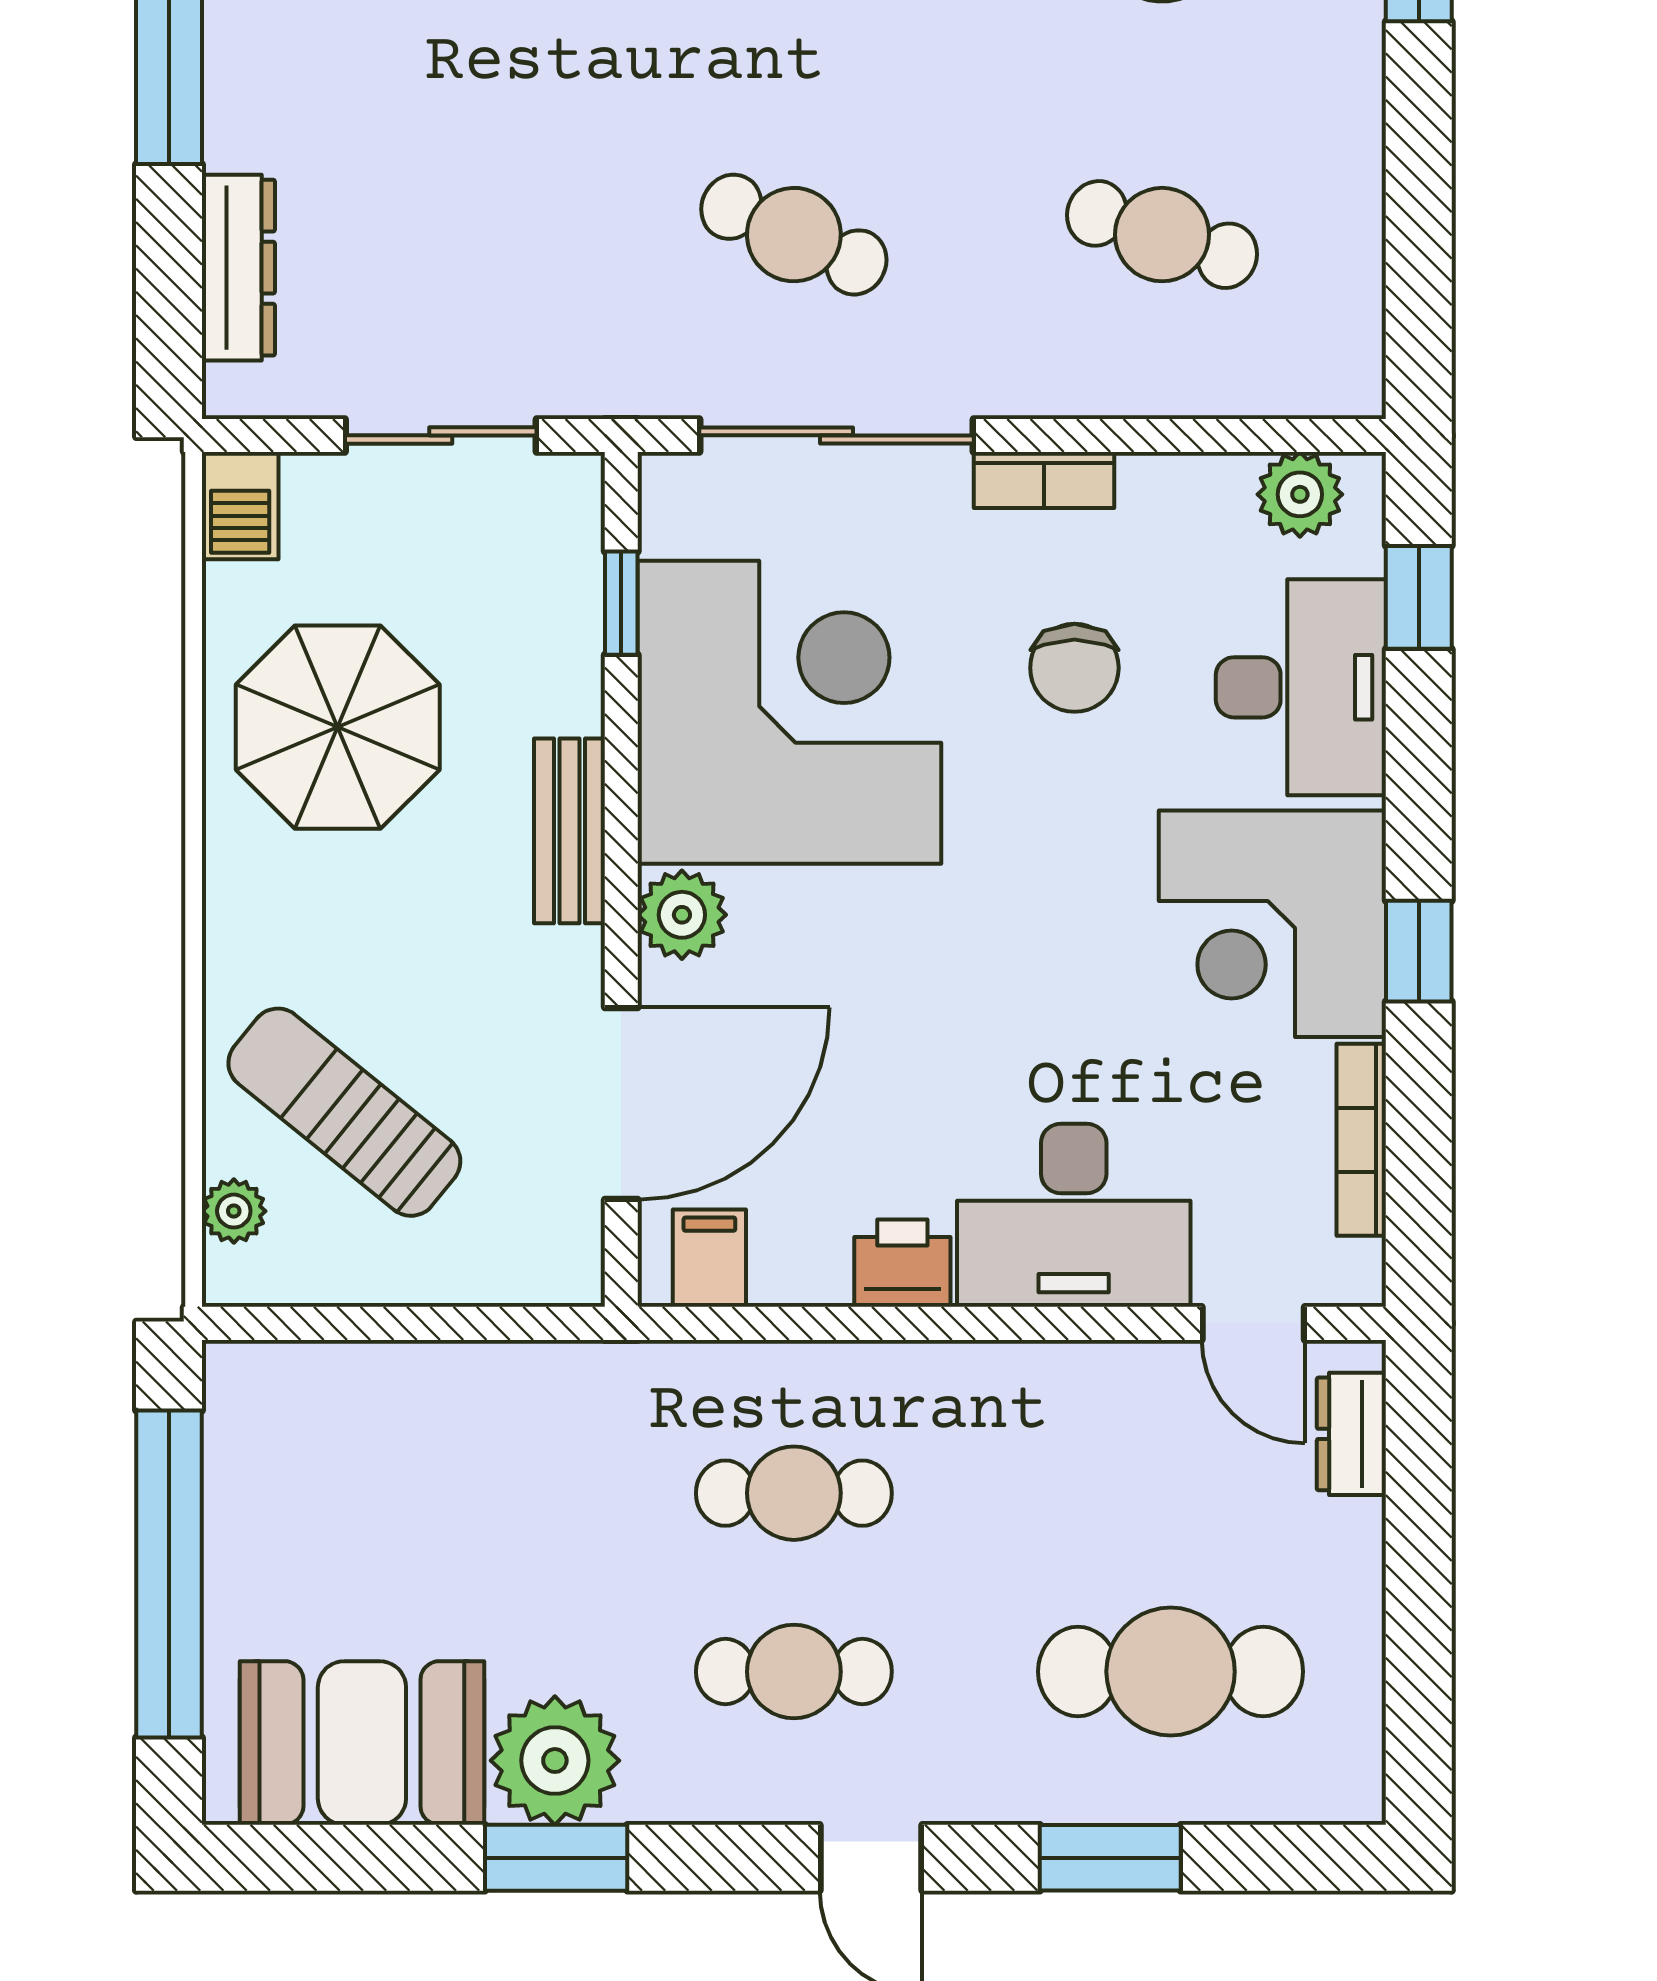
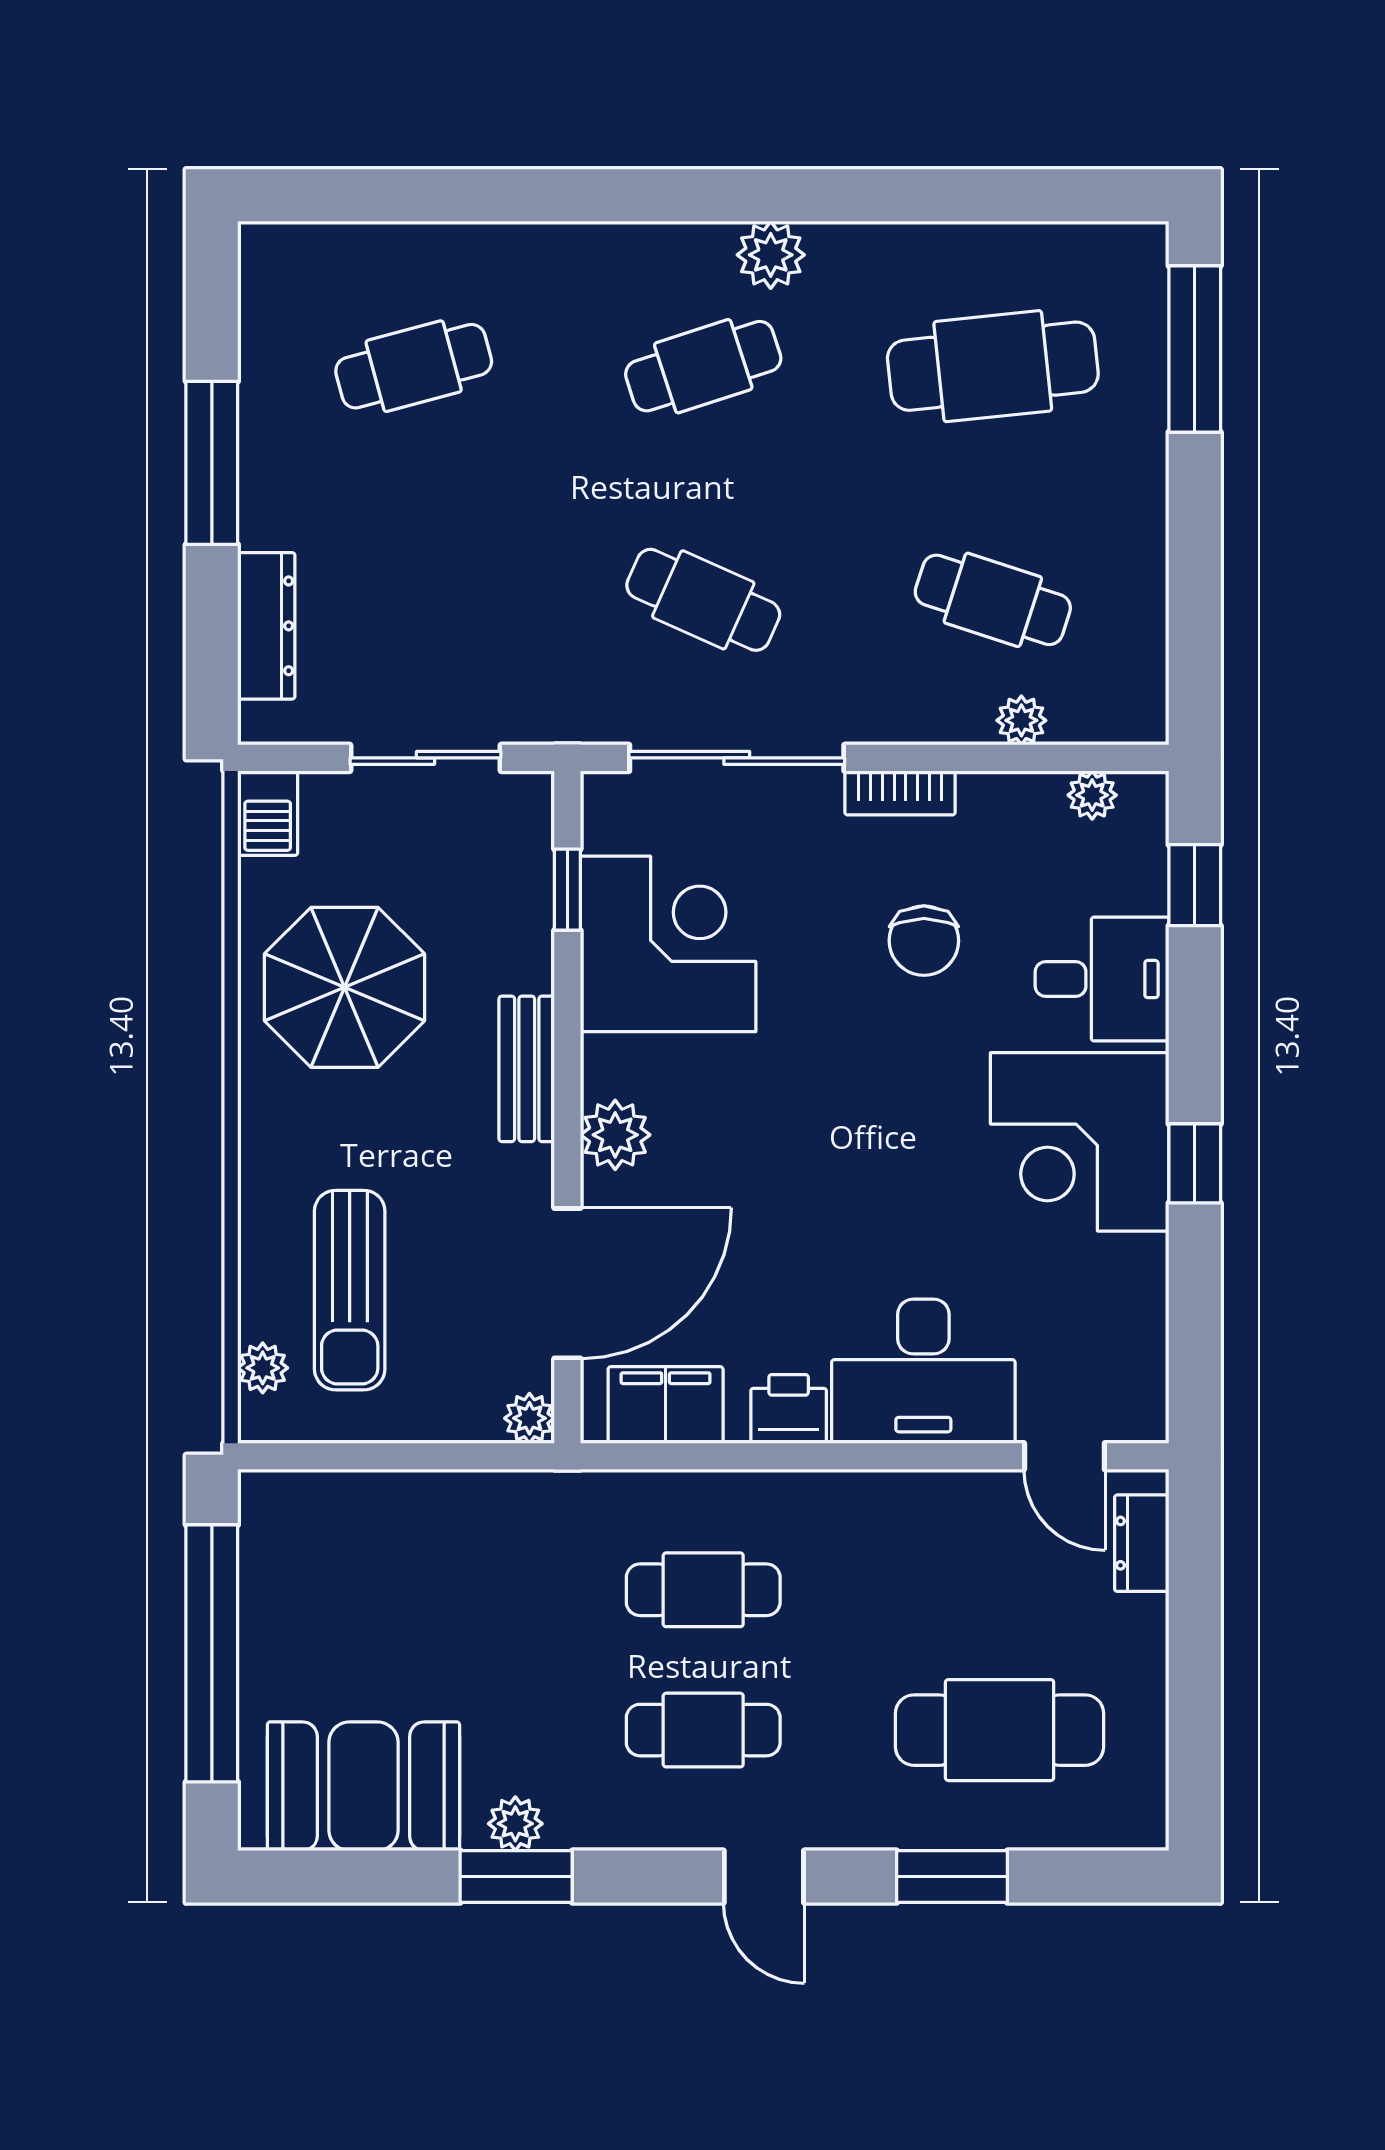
plant: (1198, 388) -> (1021, 720), added
plant: (1300, 494) -> (1092, 795), width x0.73, depth x0.73
desk: (1301, 687) -> (1102, 979), width x0.73
corner desk: (789, 712) -> (668, 944), width x0.74, depth x0.74
sun lounger: (344, 1112) -> (350, 1290), turned -129
bookcase: (1361, 1140) -> (1149, 1312), removed
filing cabinet: (709, 1258) -> (666, 1405), width x2.00
plant: (573, 1275) -> (529, 1418), added
plant: (555, 1761) -> (515, 1824), width x0.53, depth x0.53

